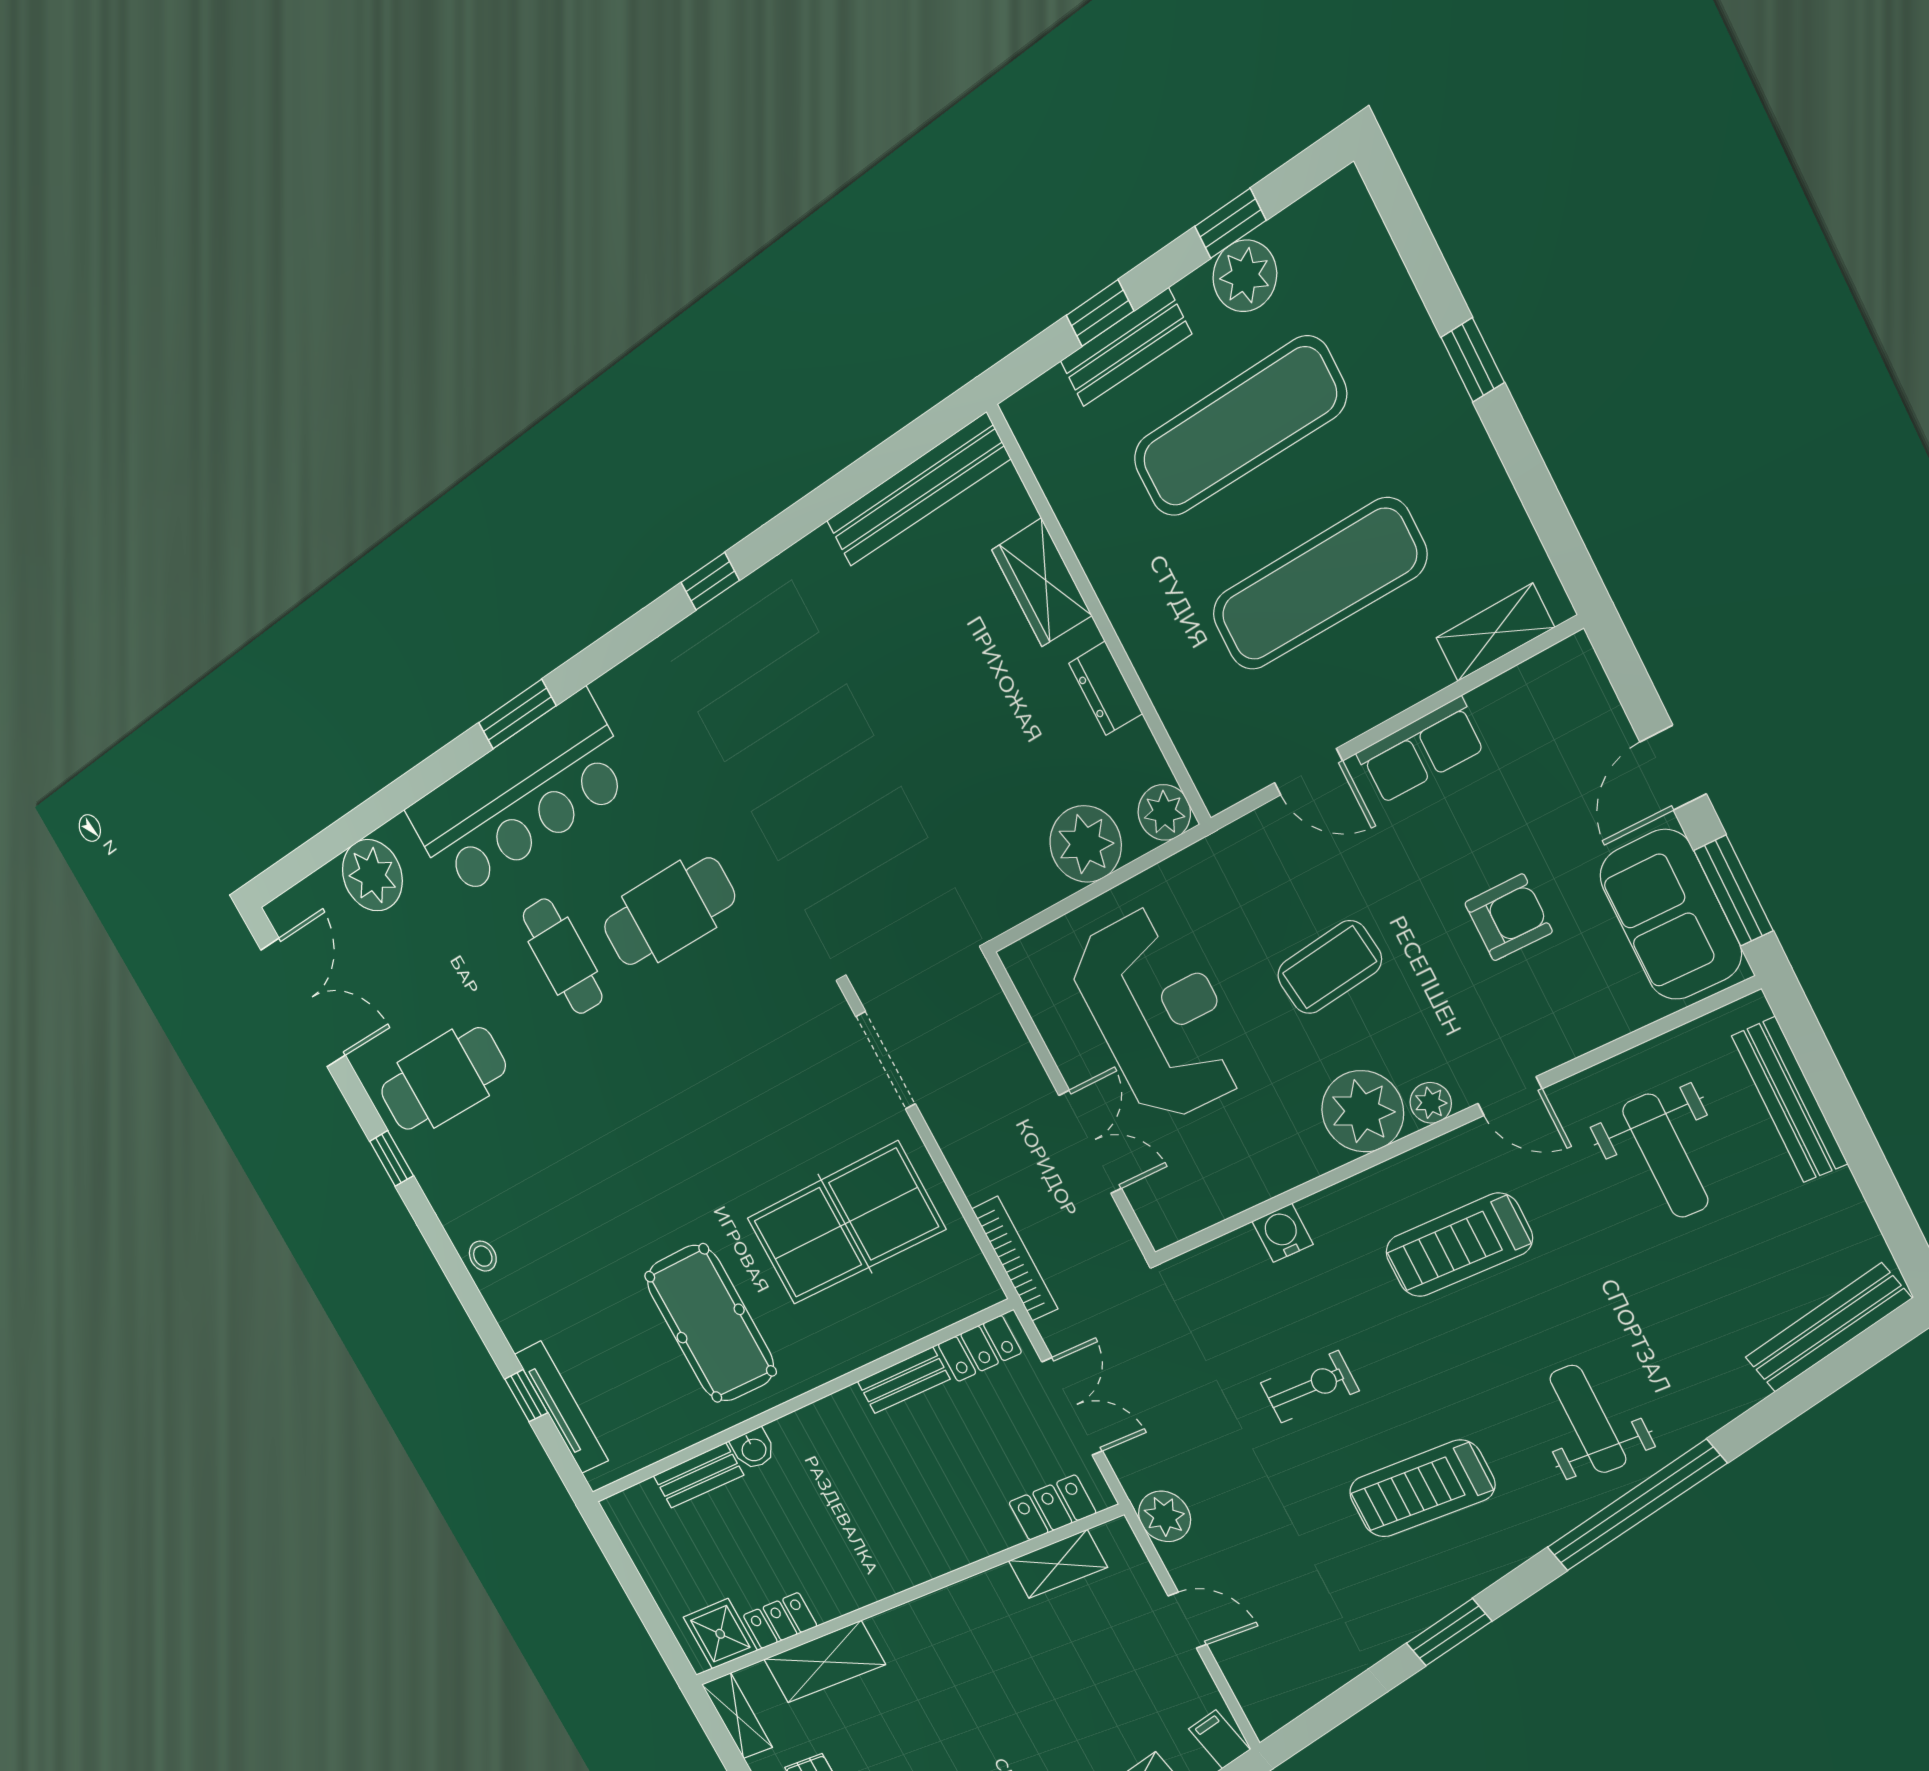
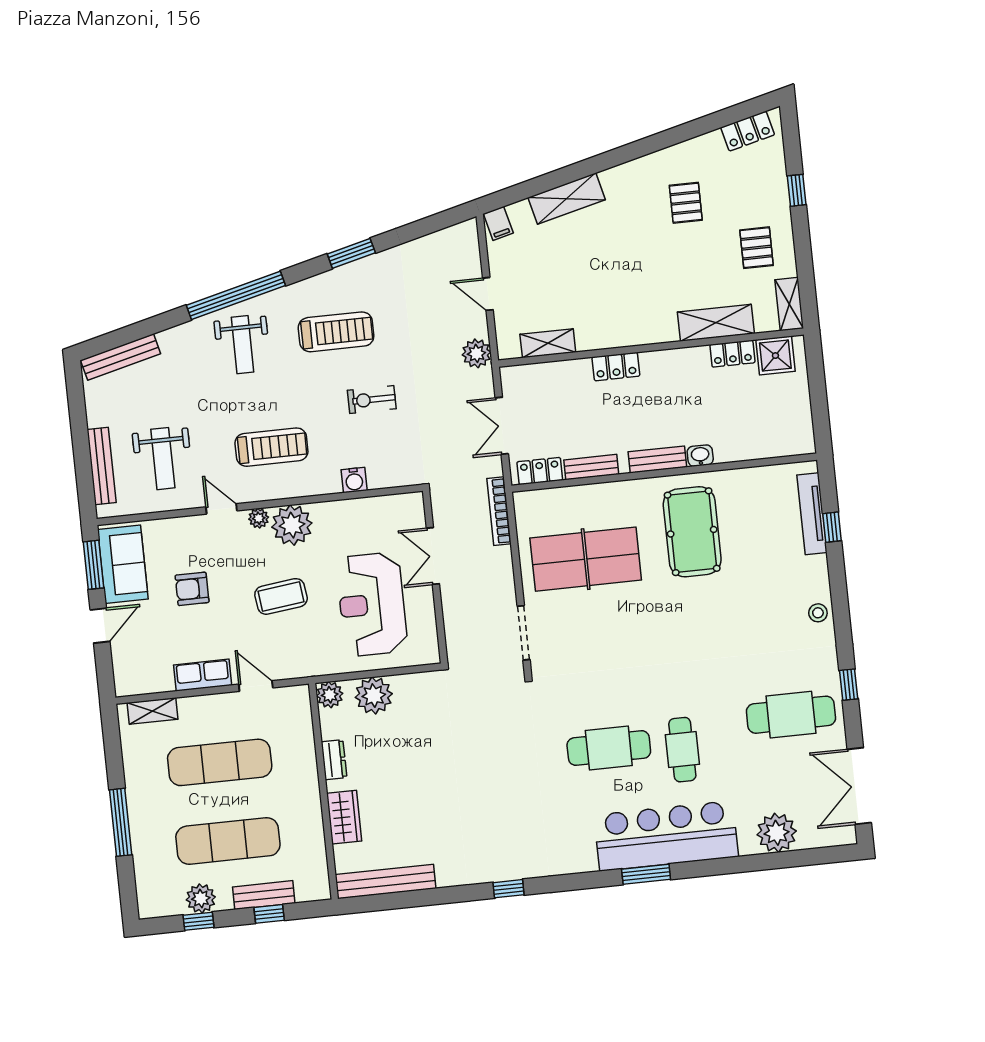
window: (1473, 360) -> (121, 822), width x2.17
weight bench: (1665, 1156) -> (163, 459), turned 180
bench: (698, 1475) -> (657, 459), moved
locker: (1052, 1508) -> (616, 367), moved

